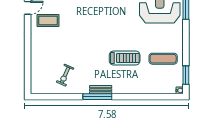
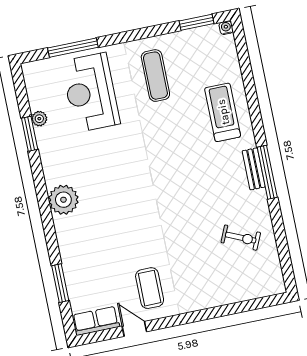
treadmill: (125, 58) -> (223, 112), moved
exercise mat: (163, 59) -> (155, 76), moved

